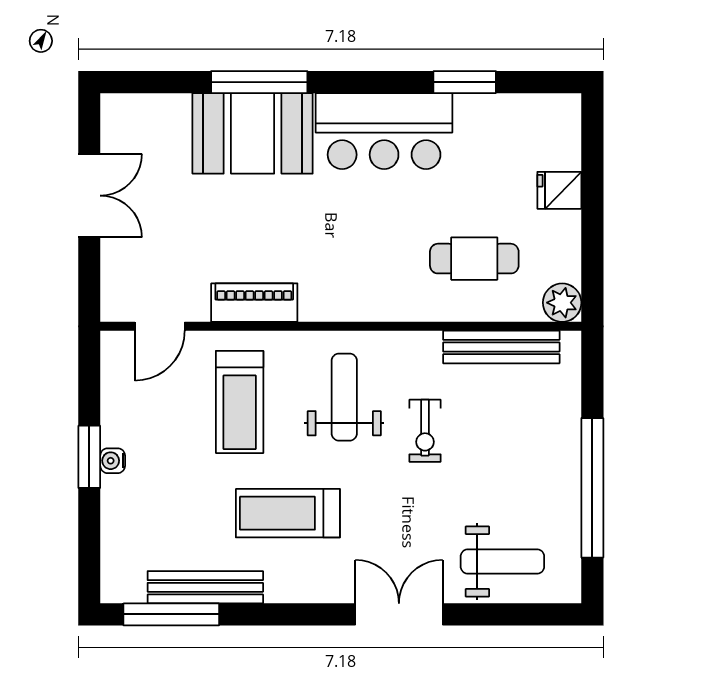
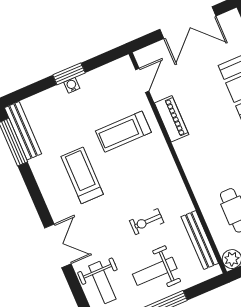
double door: (89, 196) -> (188, 23), width x1.37
door: (160, 326) -> (142, 80), swing flipped
weight bench: (344, 397) -> (155, 271), moved, turned 180
bench: (205, 587) -> (23, 131), moved

